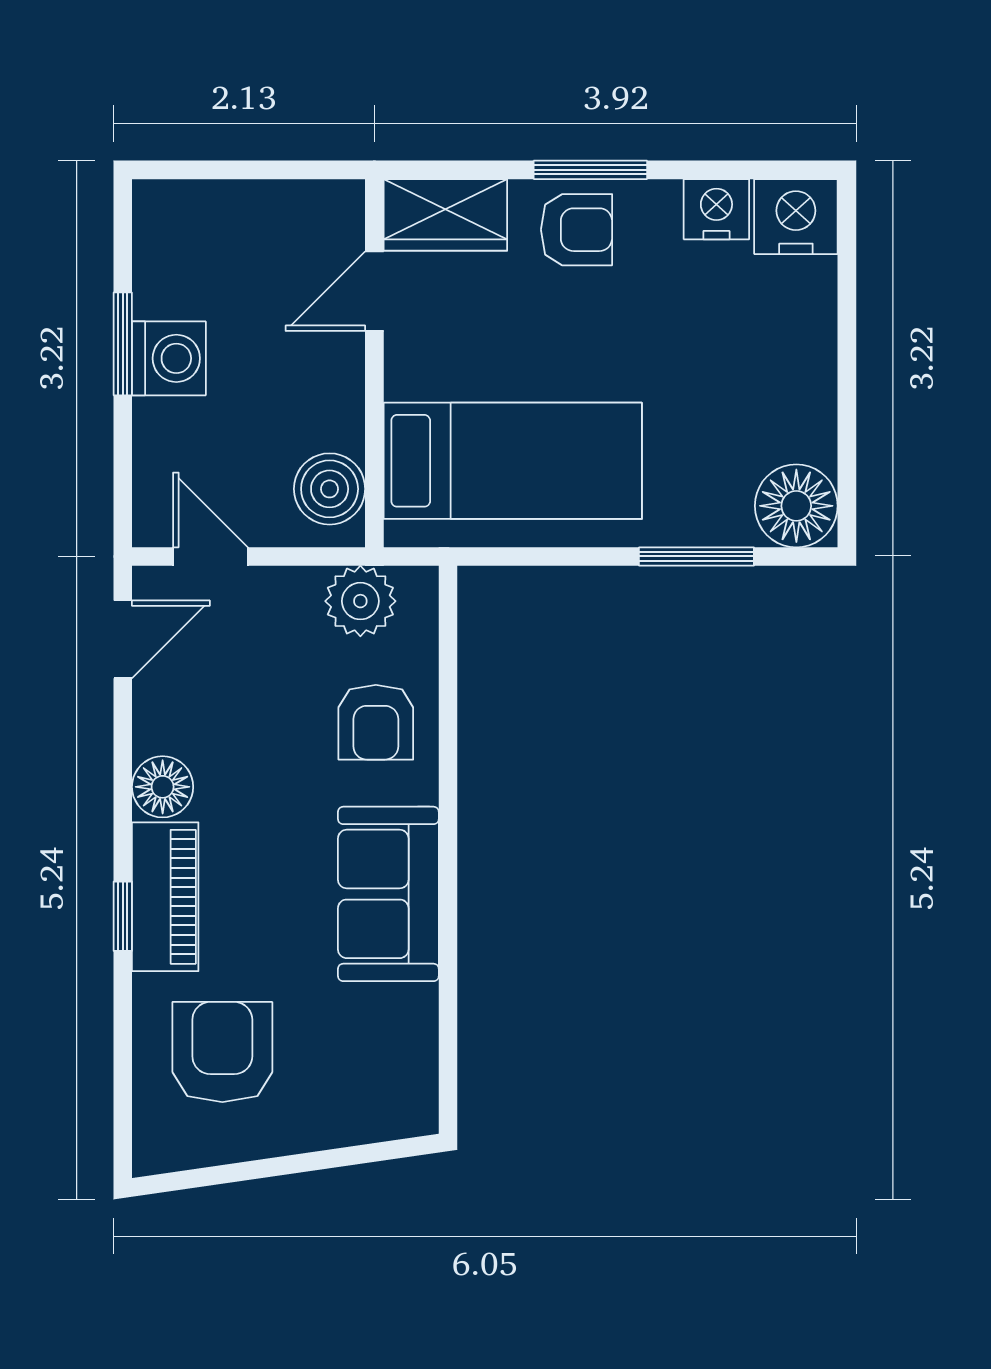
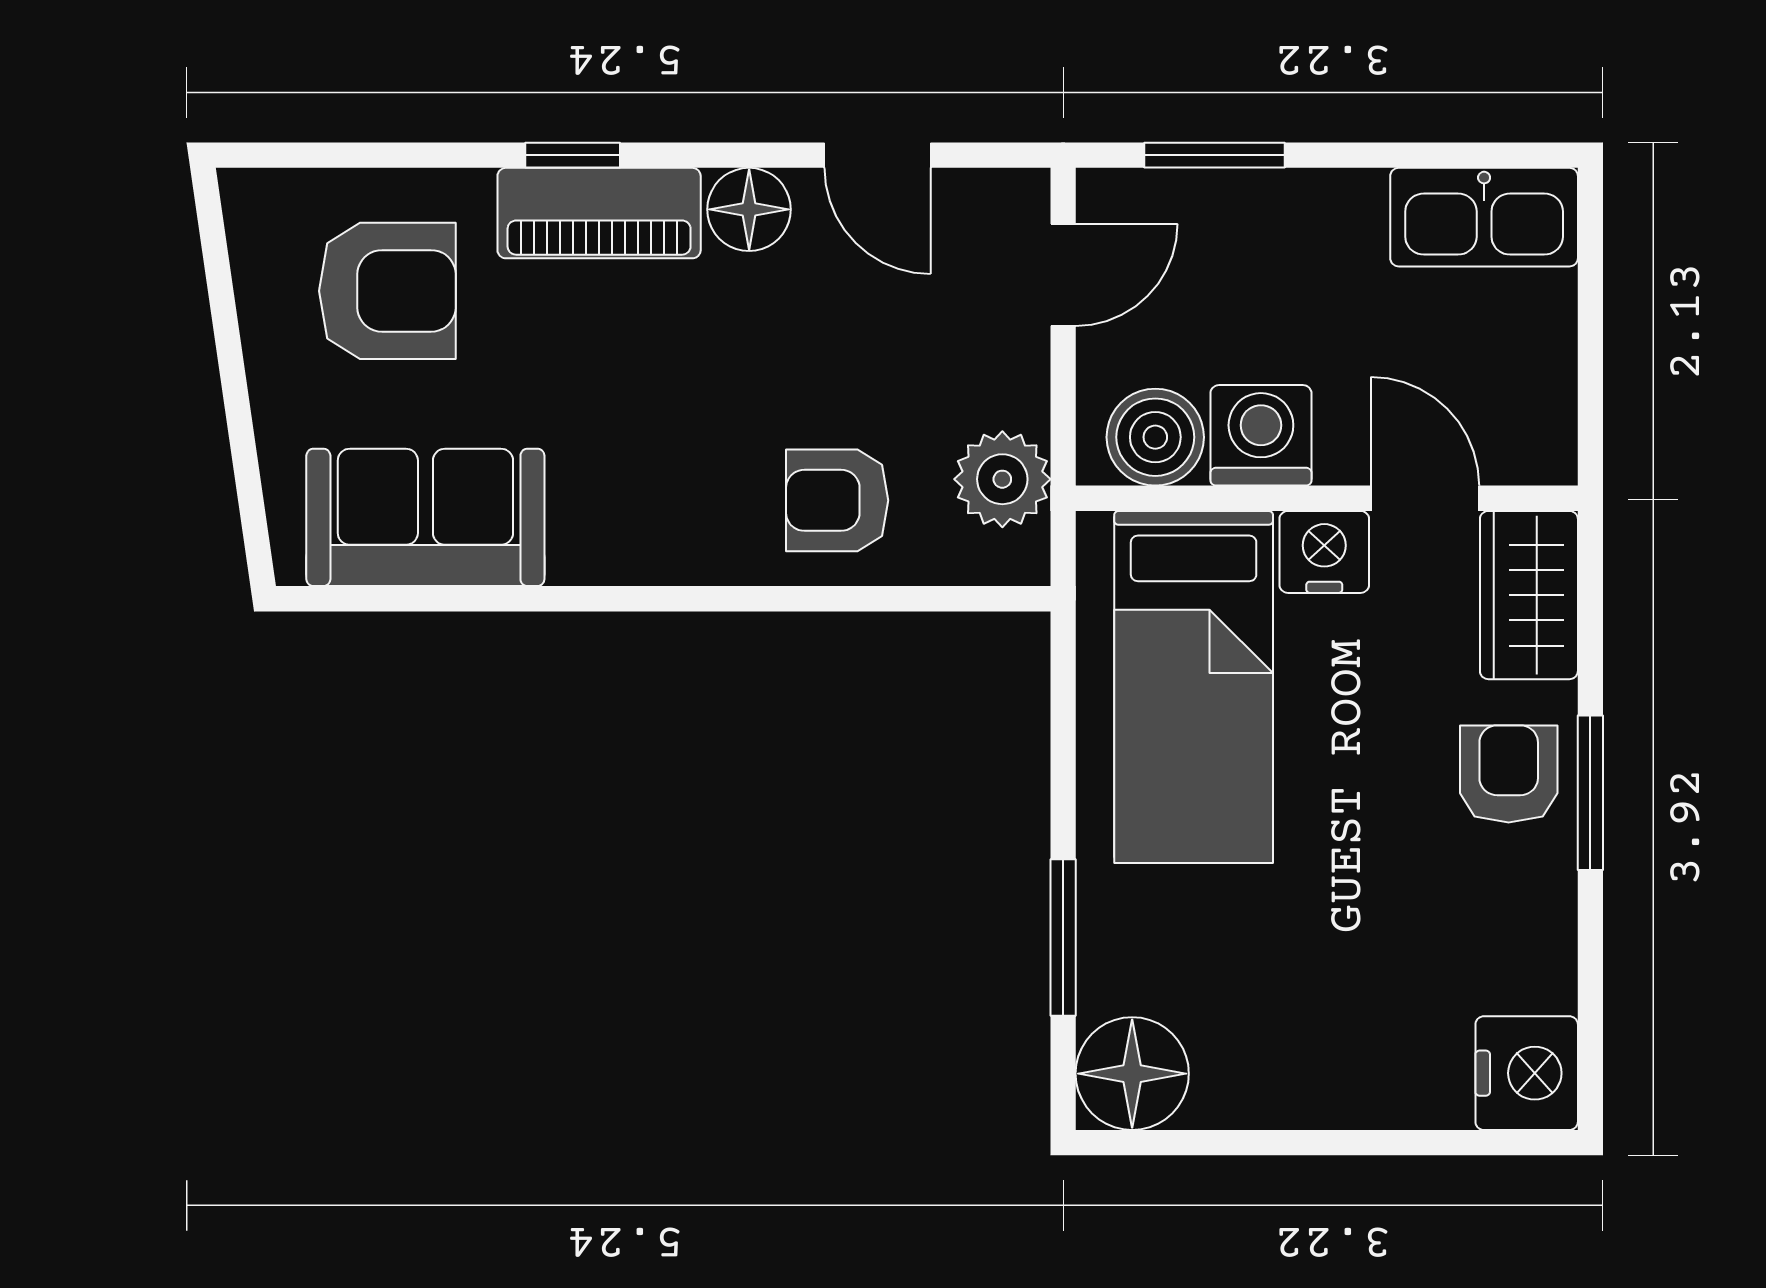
nightstand: (716, 209) -> (1324, 552), moved, turned -90
armchair: (576, 230) -> (1509, 774), turned 180
kitchen sink: (168, 248) -> (1484, 217), added
window: (123, 344) -> (1214, 155), moved
washing machine: (169, 358) -> (1261, 435), moved, turned 180
door: (123, 639) -> (878, 155), moved
sofa: (388, 894) -> (425, 517), moved

